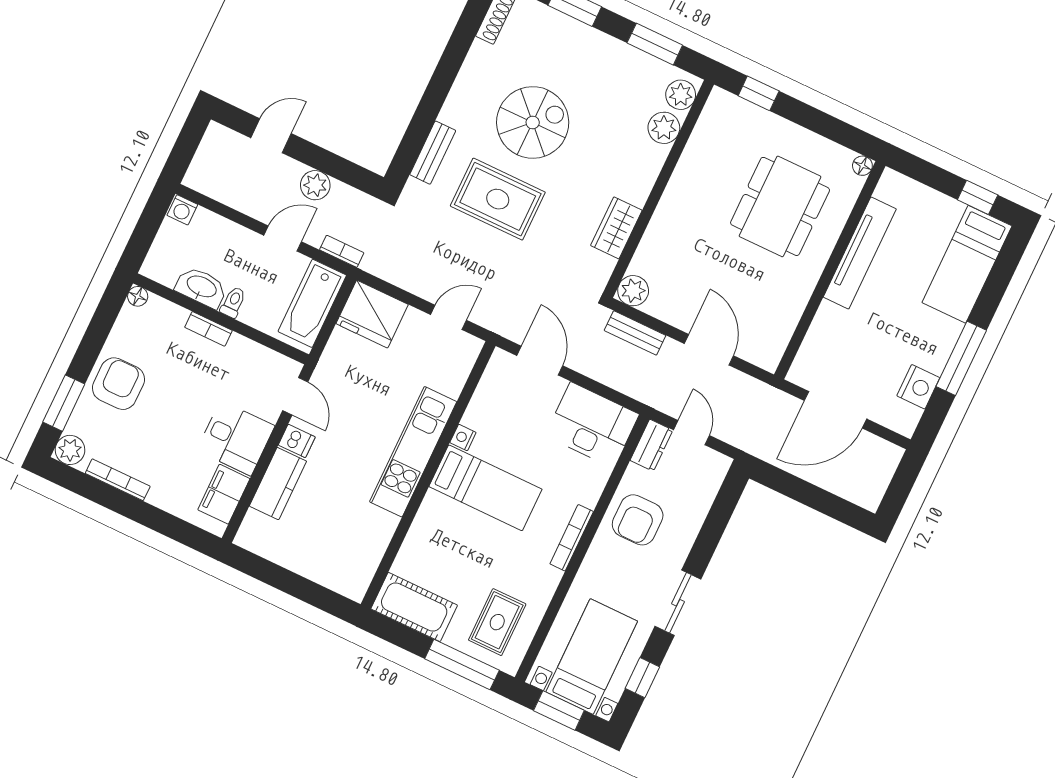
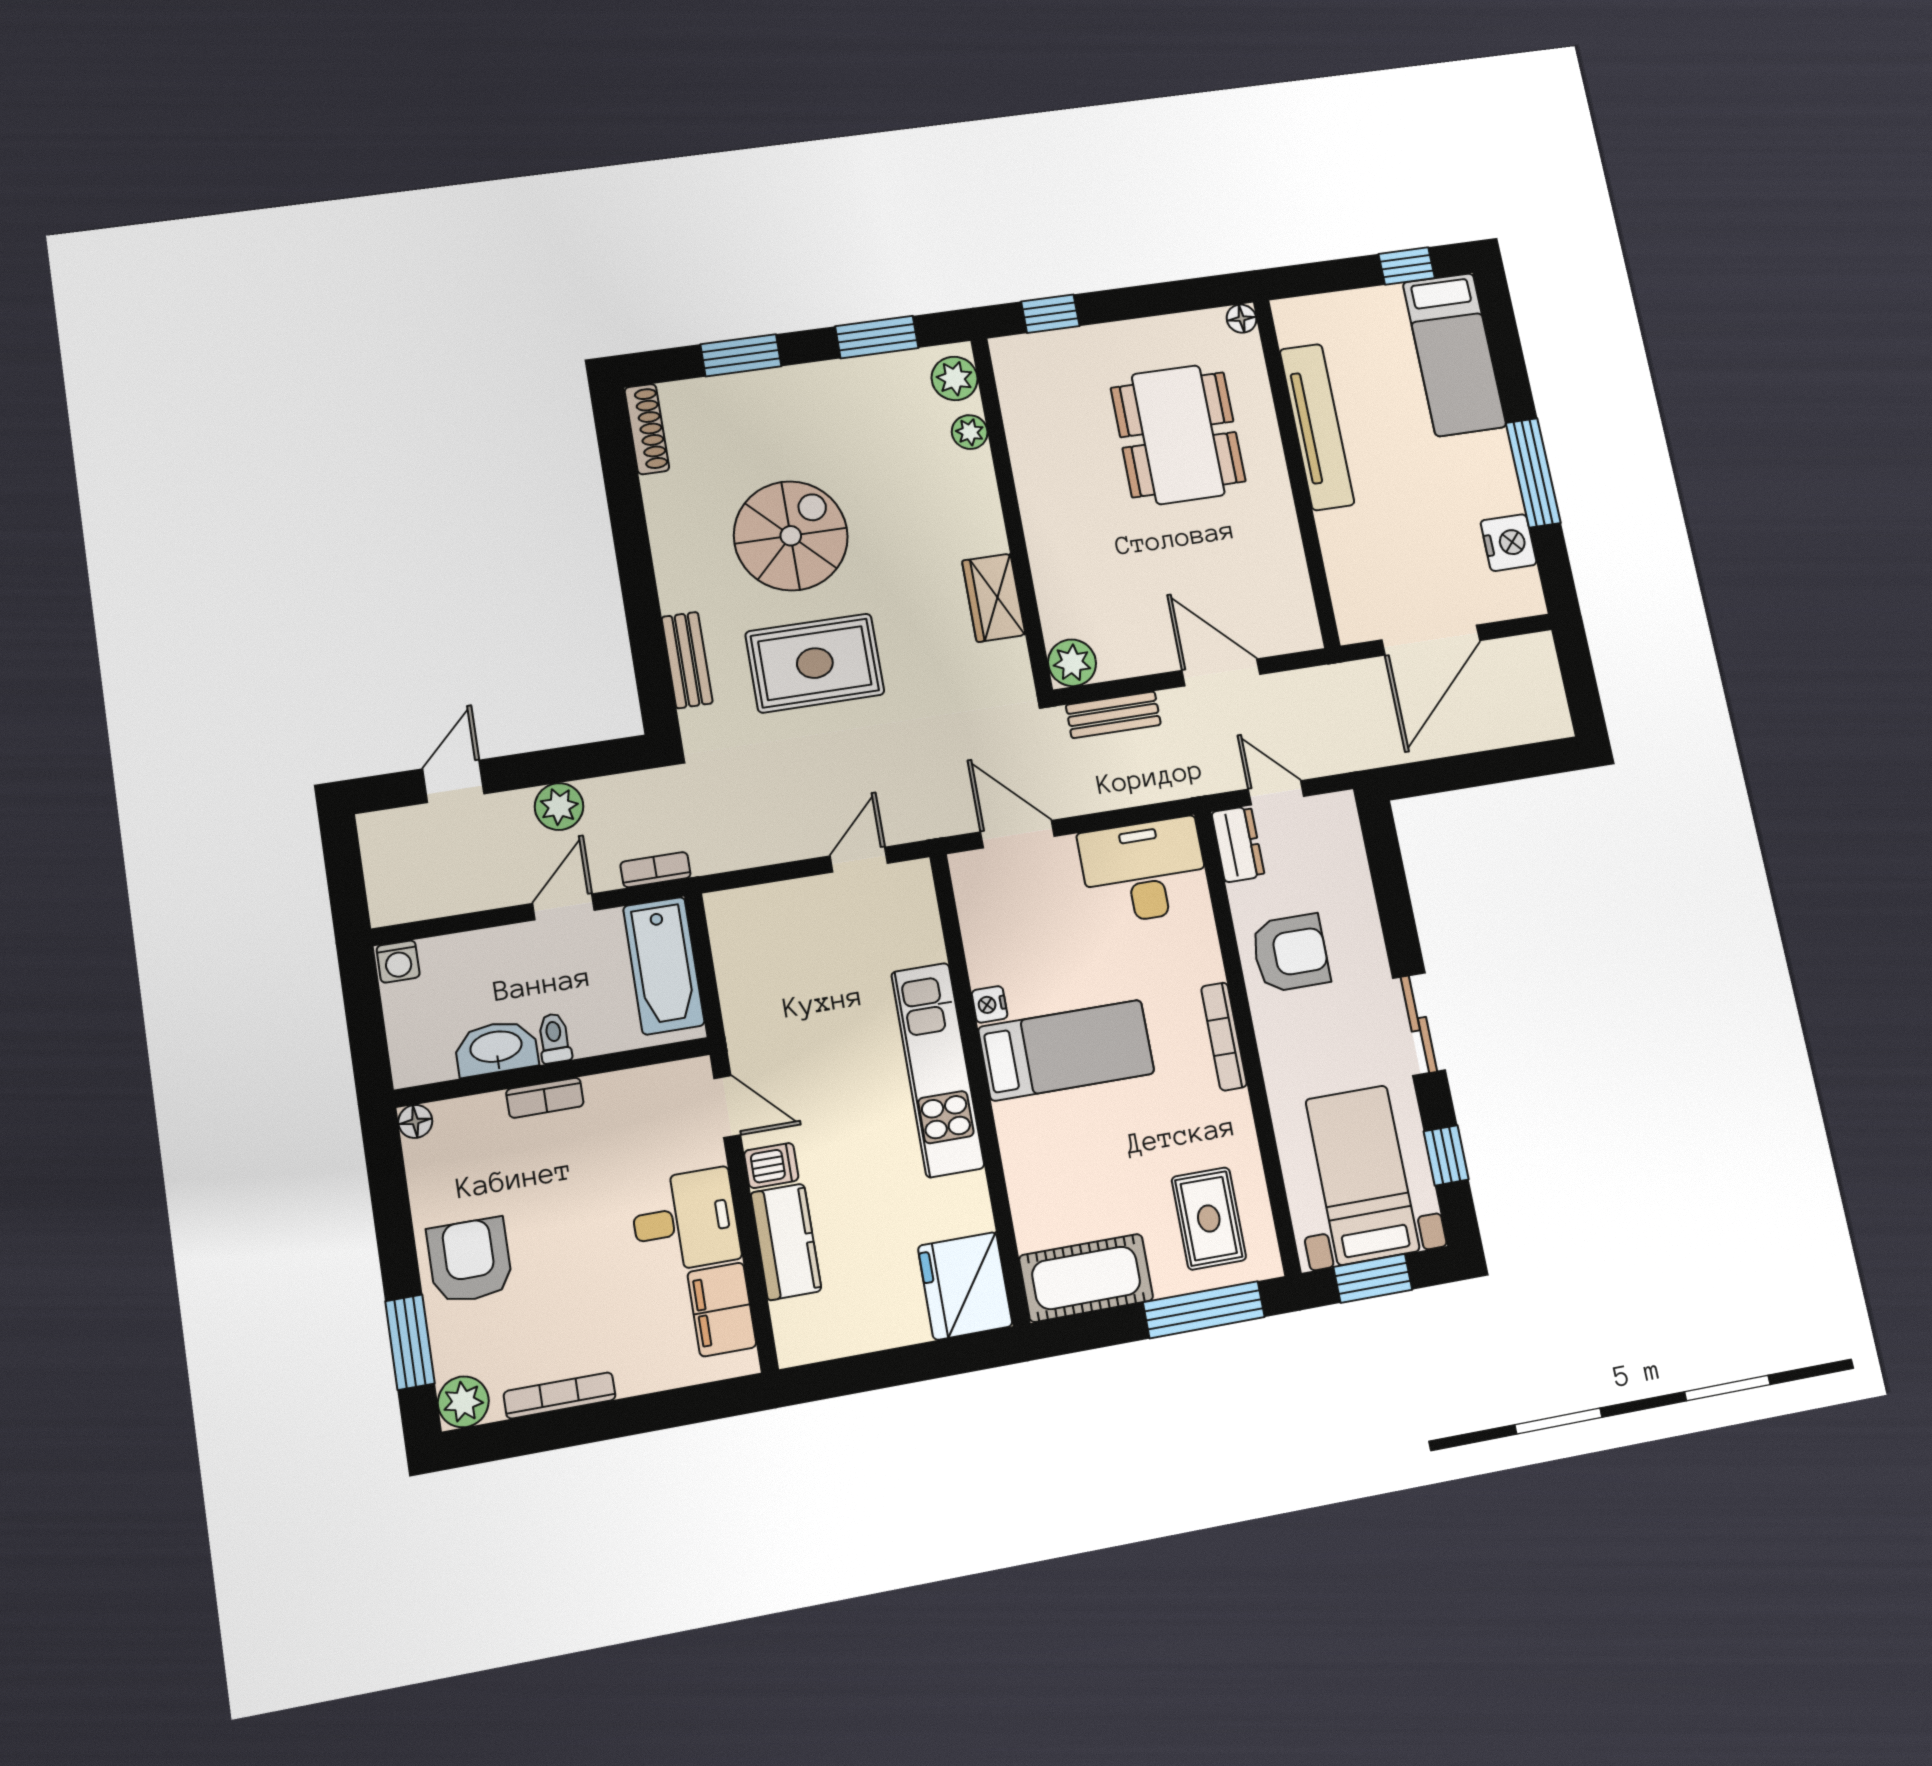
plant: (664, 128) -> (970, 432), width x0.73, depth x0.73
fridge: (372, 314) -> (965, 1286), moved, turned 90
armchair: (638, 520) -> (1290, 953), turned -90

